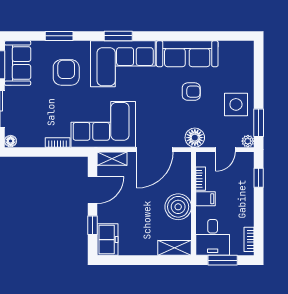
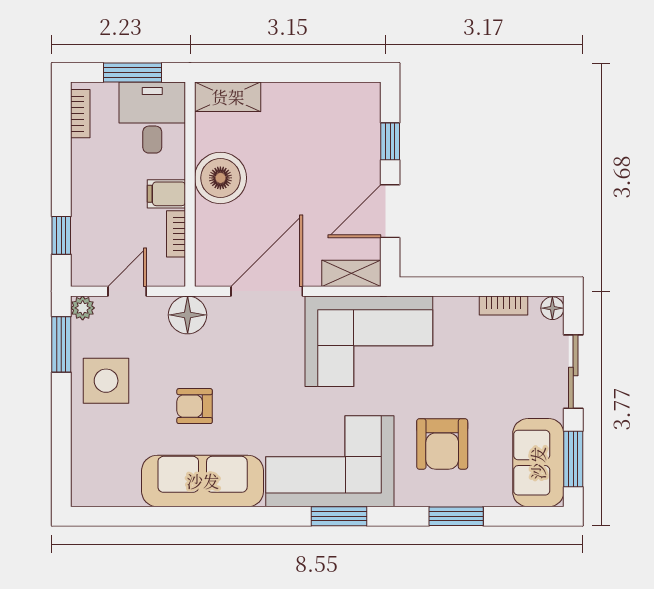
bookcase: (58, 142) -> (504, 306), moved
freezer: (107, 240) -> (360, 113), removed

